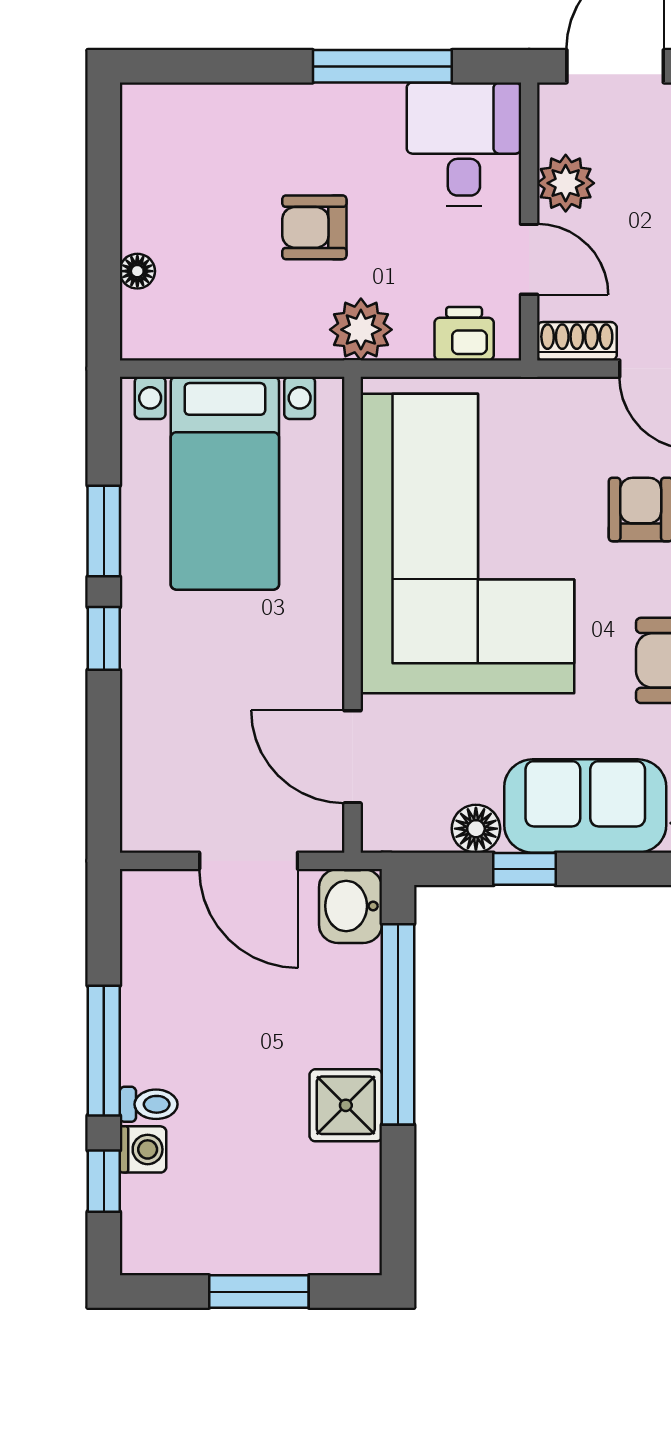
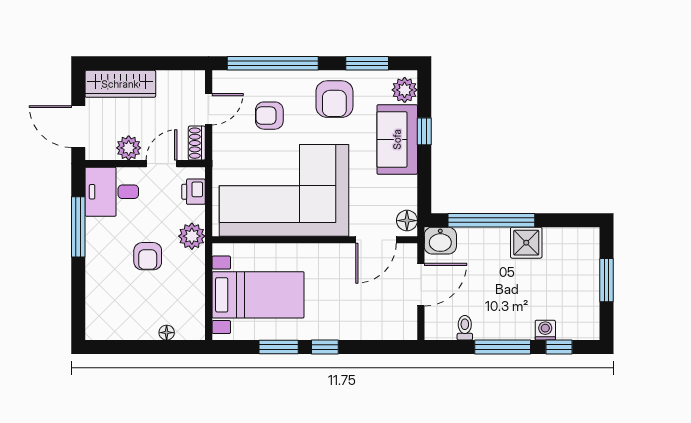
floor lamp: (476, 829) -> (407, 221), moved
window: (525, 869) -> (424, 131), moved
toilet: (149, 1104) -> (465, 328), moved

